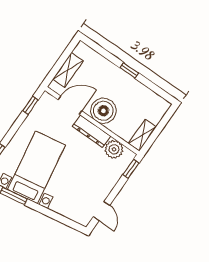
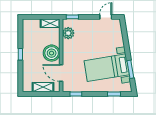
dresser: (91, 131) -> (67, 52), removed

